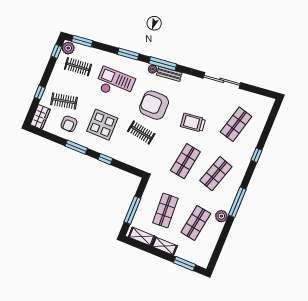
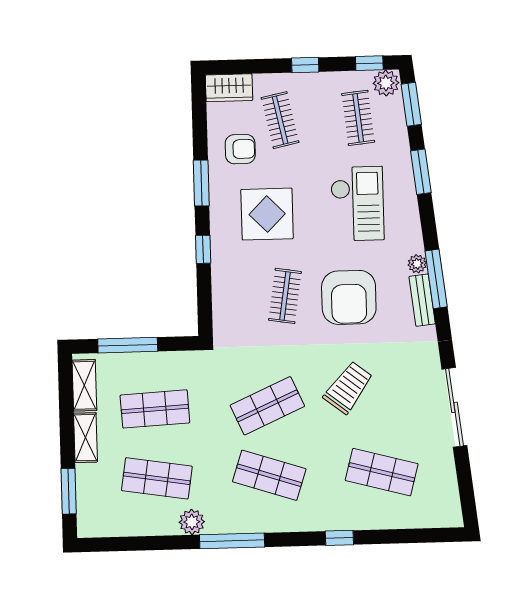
window: (128, 54) -> (421, 172), moved
window: (40, 92) -> (305, 65), moved
armchair: (154, 105) -> (349, 297), turned 180
trolley: (193, 123) -> (348, 388), turned 45
armchair: (69, 124) -> (240, 149), turned 180
shop shelf: (185, 161) -> (267, 406), turned -33

